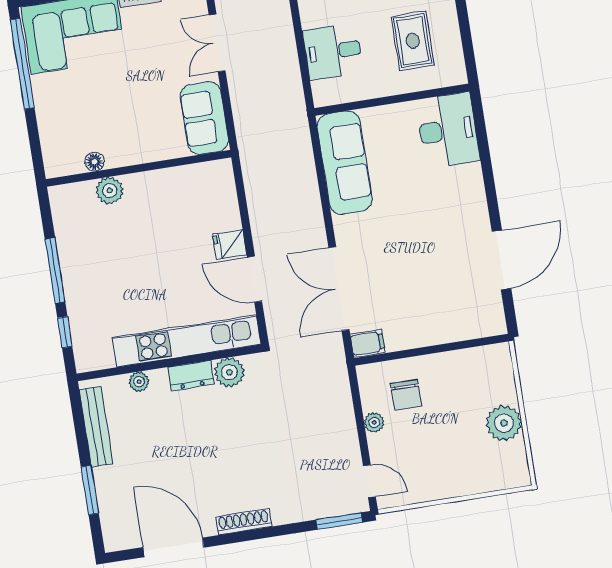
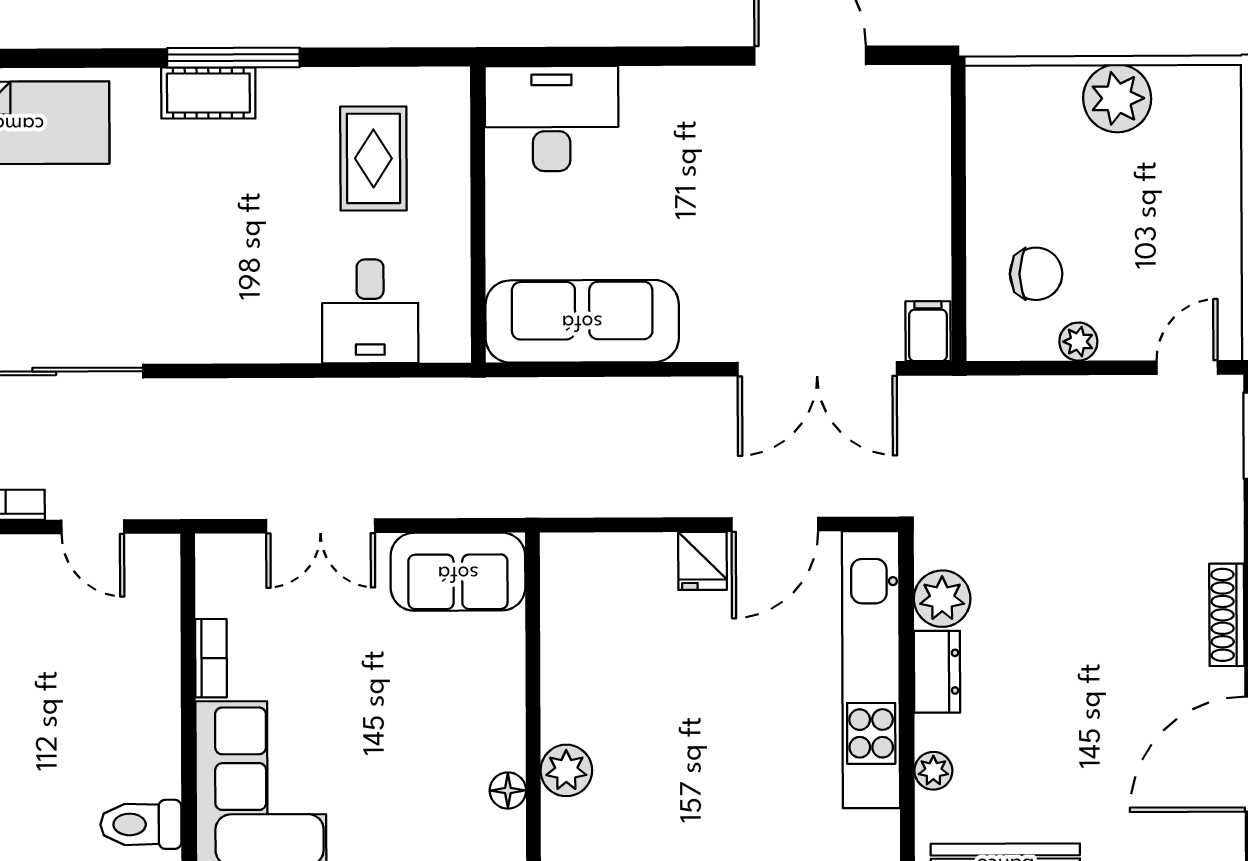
rug: (413, 41) -> (373, 158), turned 90

